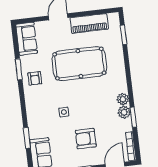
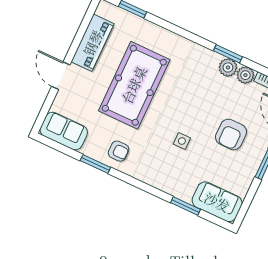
plant: (123, 99) -> (245, 75), moved
window: (133, 117) -> (228, 54), moved

